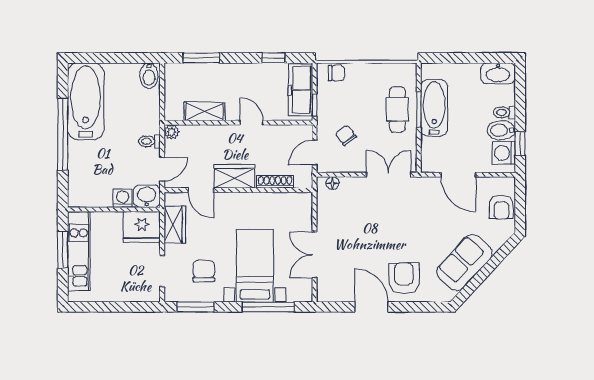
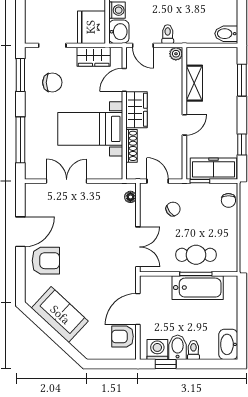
armchair: (501, 207) -> (122, 336), moved
bed with nightstands: (255, 266) -> (90, 129), moved, turned 180

